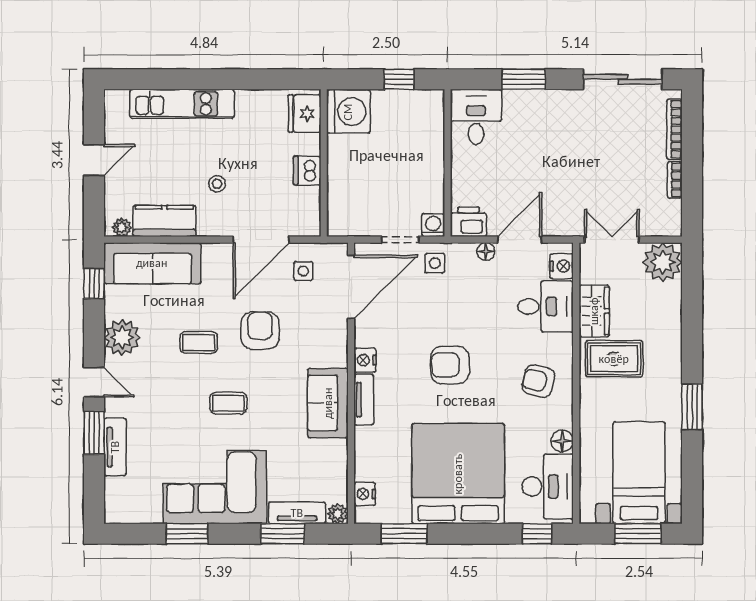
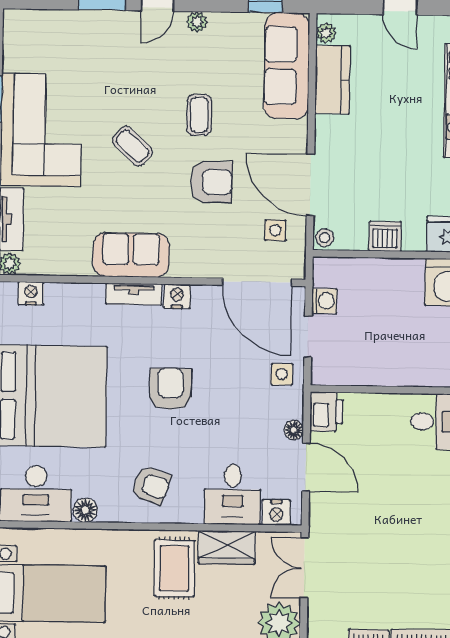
stool: (217, 184) -> (325, 238), moved
washing machine: (433, 225) -> (324, 301), moved
double door: (612, 240) -> (304, 568), swing flipped
plant: (122, 337) -> (197, 22), width x0.53, depth x0.53
armchair: (538, 381) -> (151, 485), turned 95
coffee table: (228, 403) -> (132, 146), turned -47
tv unit: (115, 447) -> (87, 22), removed

